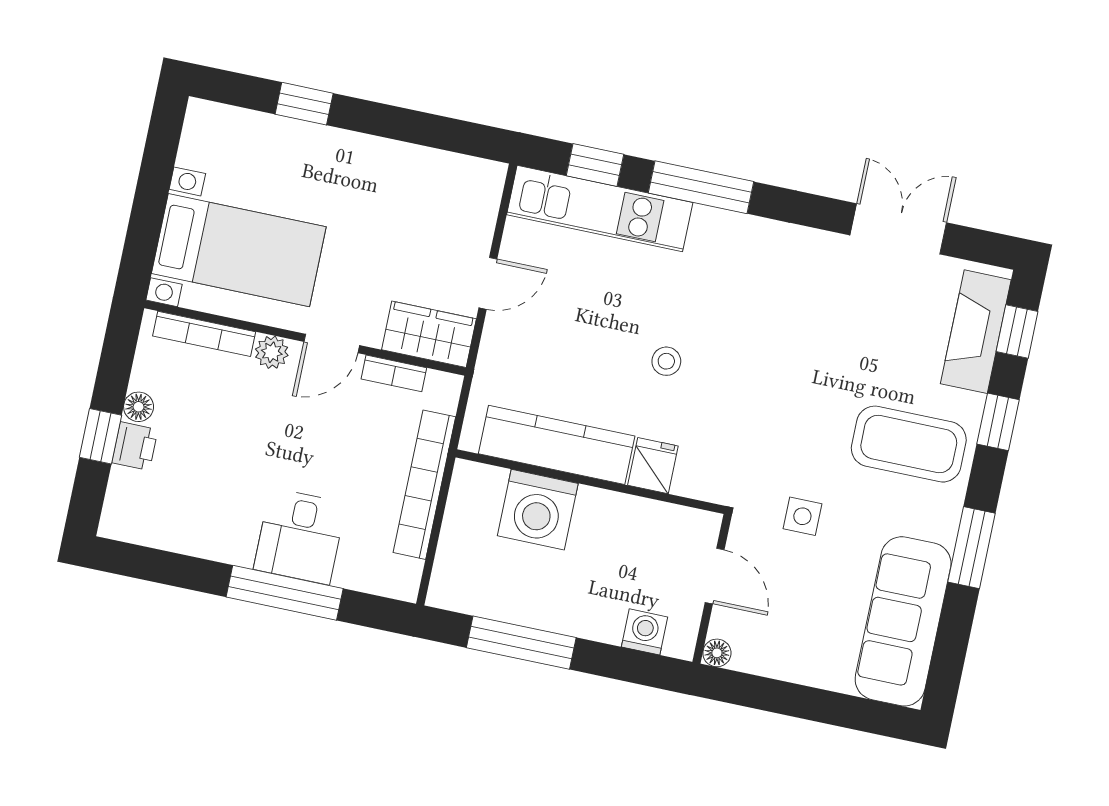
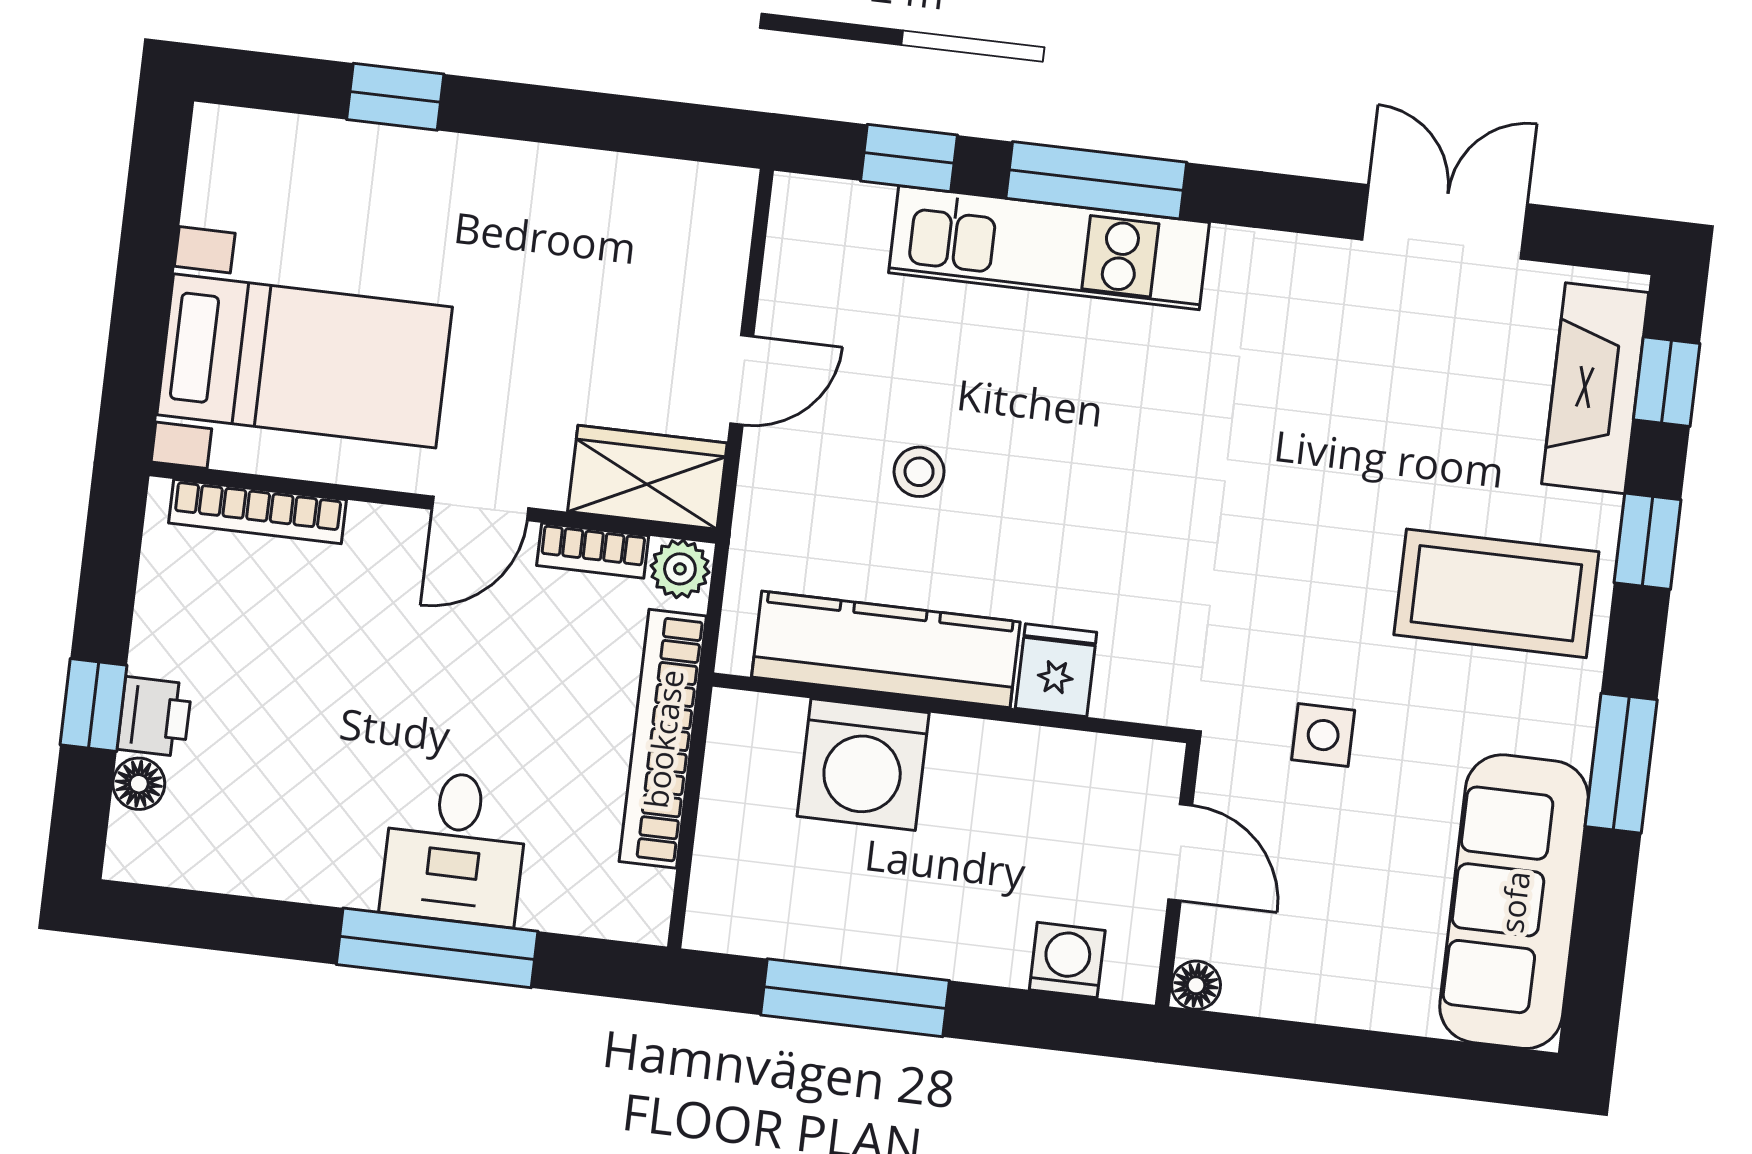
kitchen unit: (600, 209) -> (1049, 248), moved
plant: (272, 352) -> (680, 569), moved
stool: (666, 361) -> (919, 472), moved
floor lamp: (139, 407) -> (139, 784), moved

